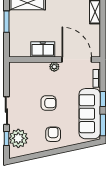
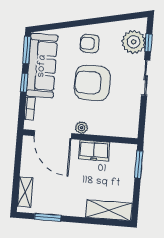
window: (6, 22) -> (139, 164), moved
armchair: (49, 103) -> (92, 83), width x1.88, depth x1.88
armchair: (53, 134) -> (90, 43), turned 90

